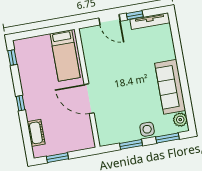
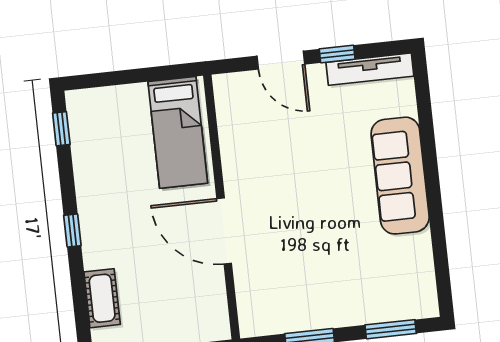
sofa: (170, 87) -> (400, 176), moved
plant: (180, 120) -> (422, 291), removed
side table: (147, 129) -> (347, 307), removed

